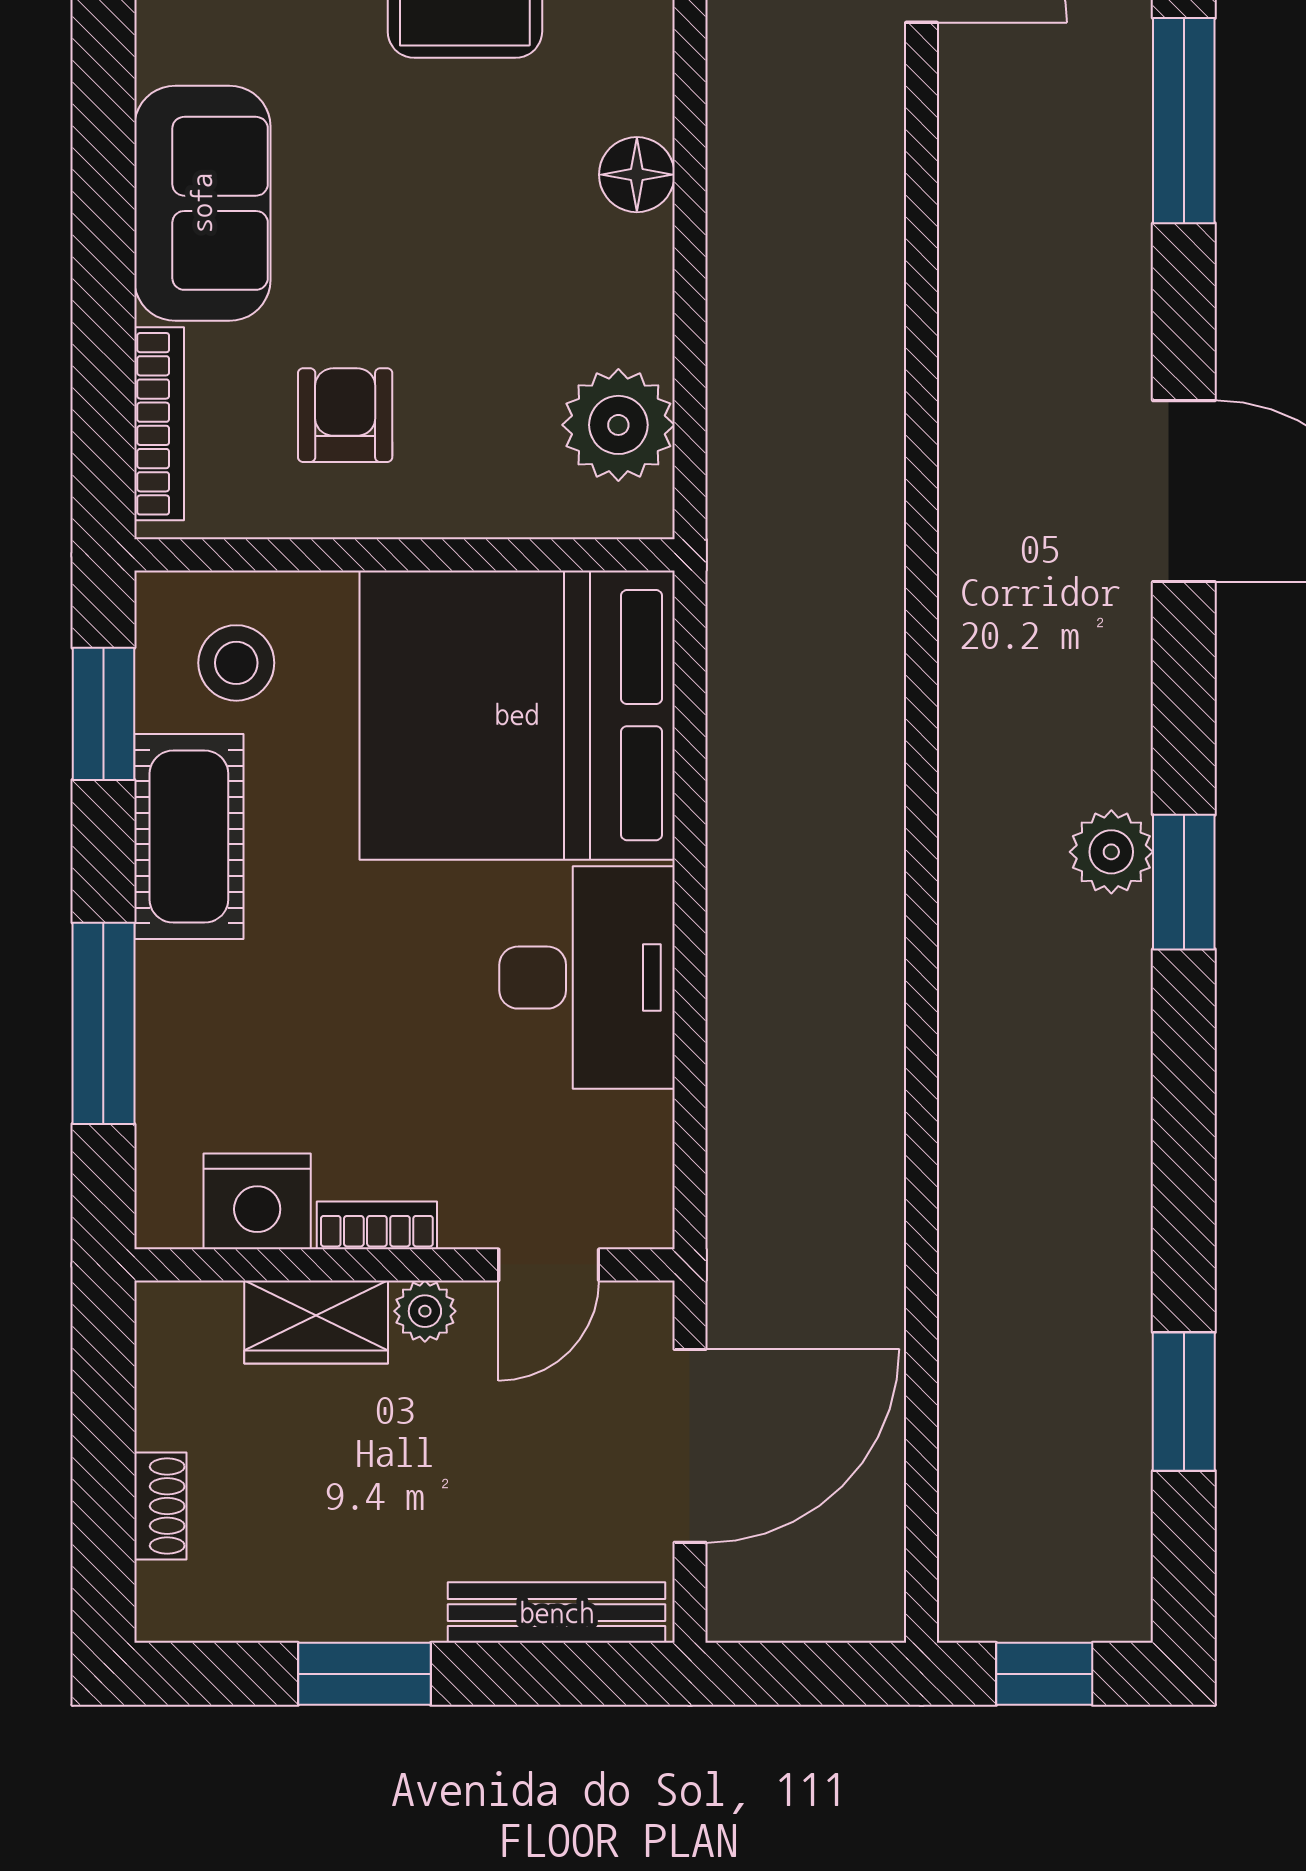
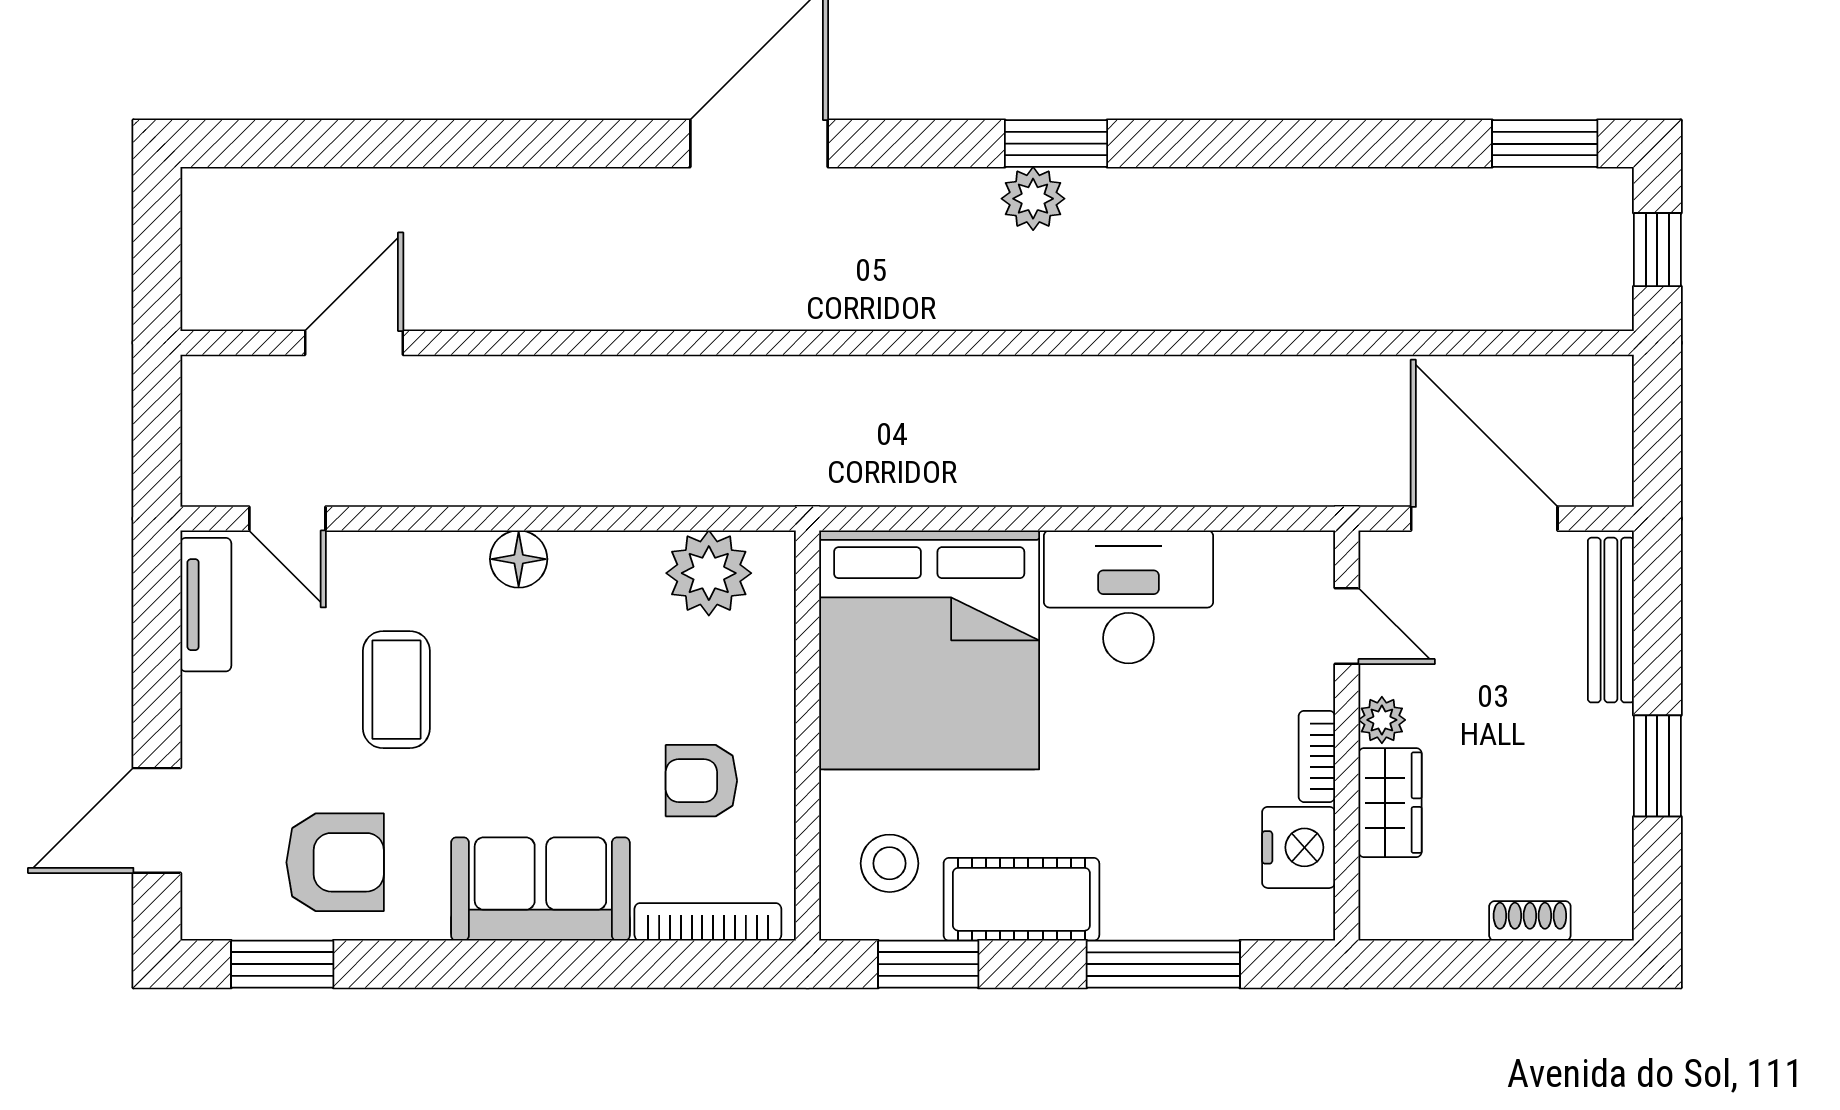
window: (1184, 121) -> (478, 144), removed
window: (1184, 1402) -> (1545, 144), moved

